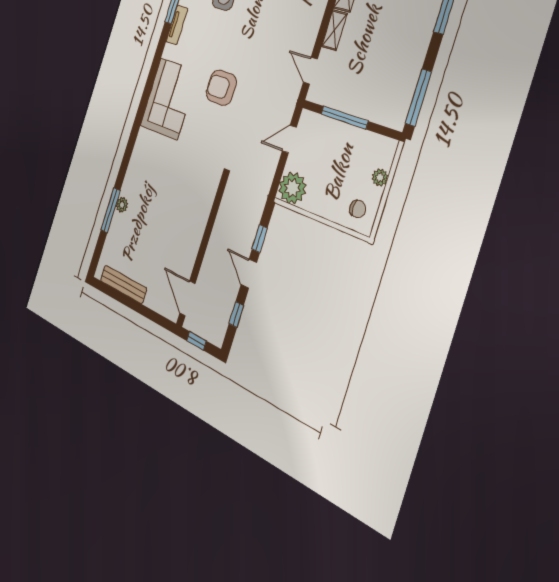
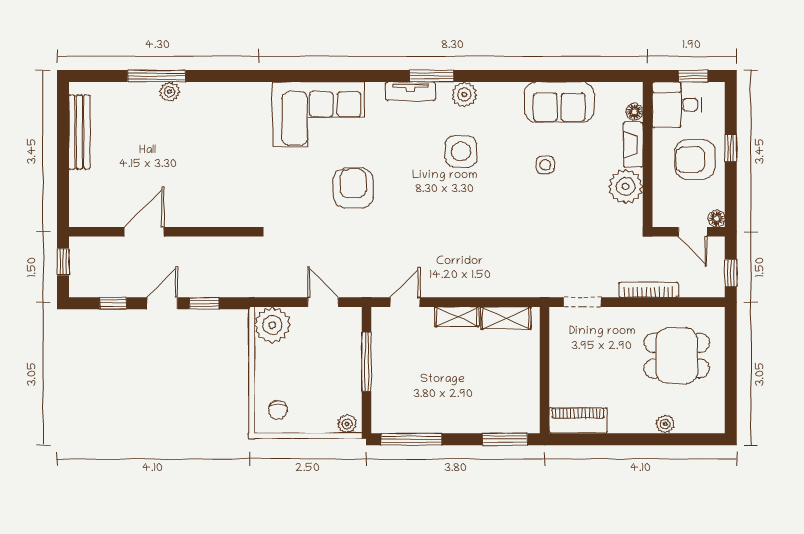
plant: (380, 177) -> (347, 424), moved
door: (187, 298) -> (144, 232), moved

